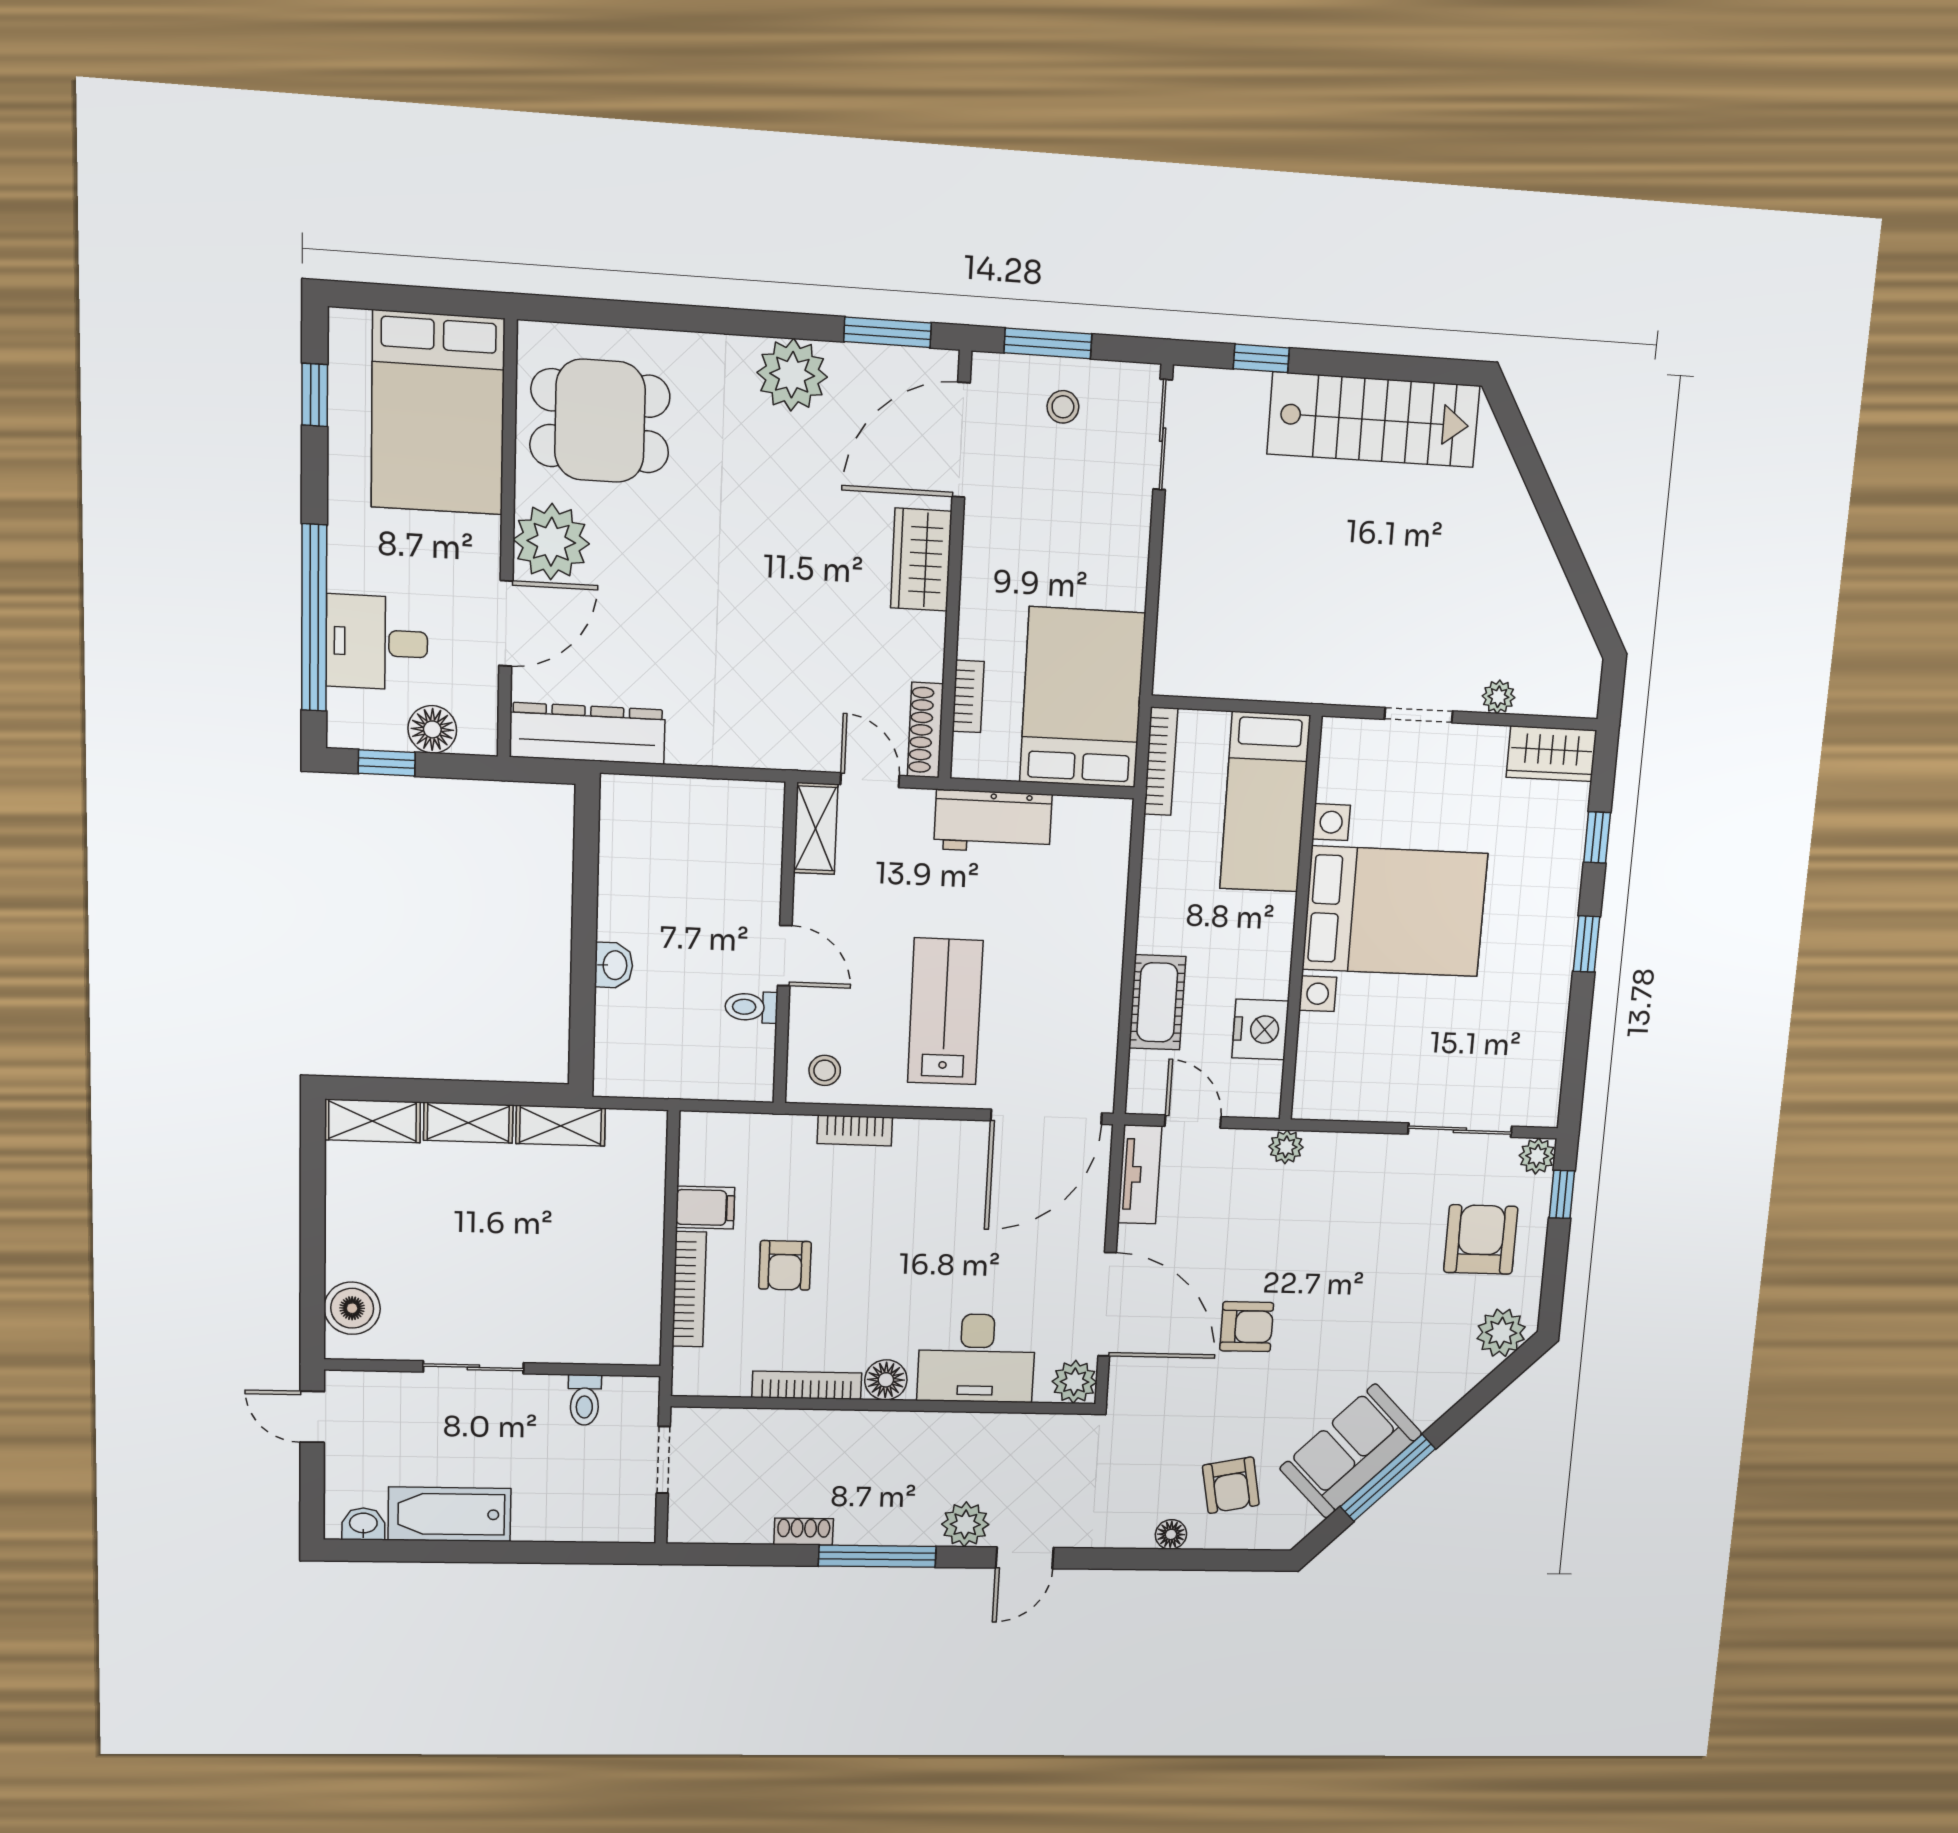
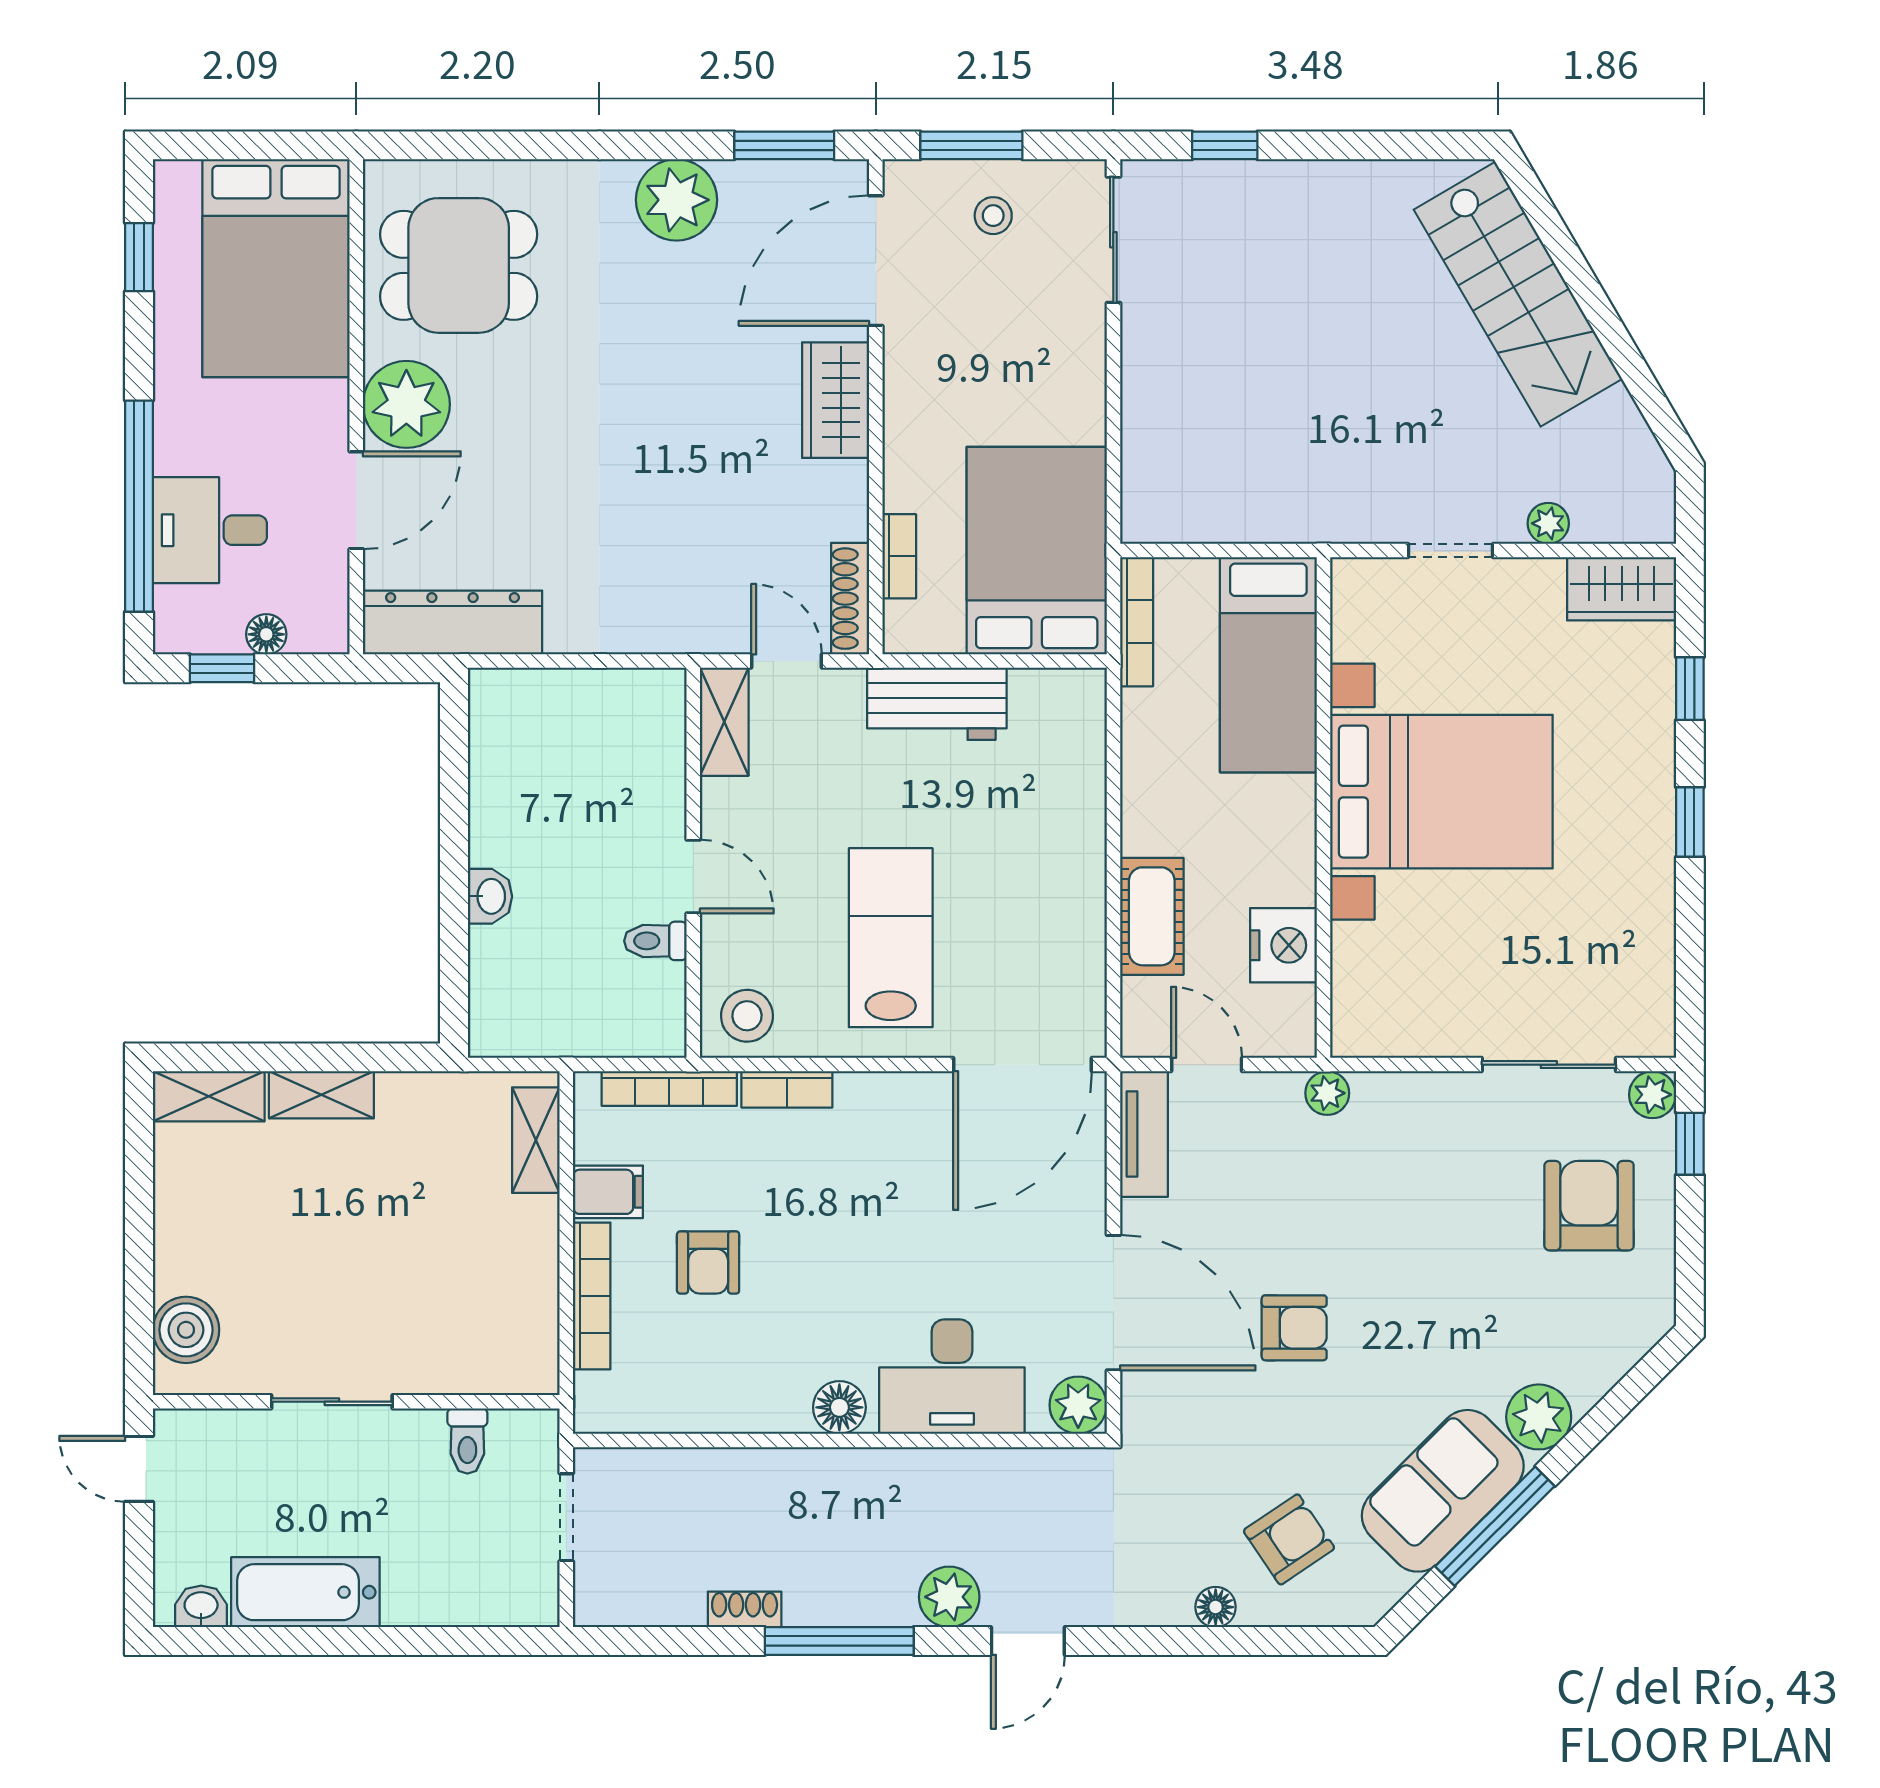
stairs: (1374, 420) -> (1518, 294), moved, turned 60
floor lamp: (432, 729) -> (266, 634), width x0.73, depth x0.73
stool: (825, 1070) -> (747, 1016), width x1.37, depth x1.37
shelving: (561, 1126) -> (536, 1140), moved, turned 90
plant: (1501, 1333) -> (1539, 1417), moved
bookcase: (807, 1385) -> (669, 1089), moved, turned 180
armchair: (1231, 1485) -> (1289, 1539), turned -113

